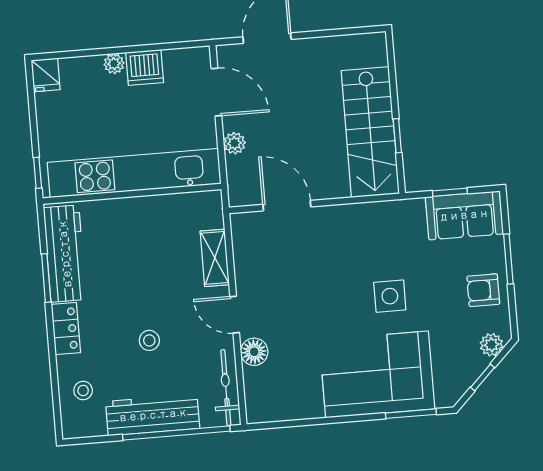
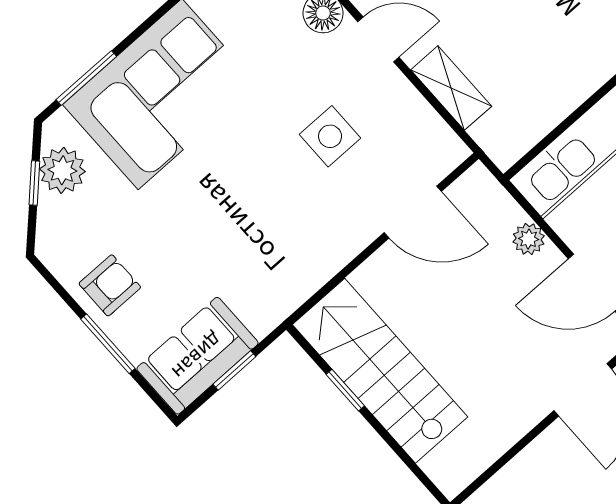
side table: (390, 296) -> (330, 136), moved
plant: (491, 345) -> (62, 170), moved, width x1.38, depth x1.38

